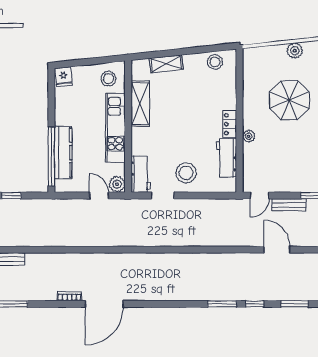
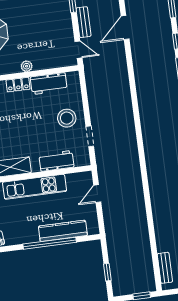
window: (51, 156) -> (50, 243), moved
workbench: (141, 174) -> (56, 161), moved
plant: (117, 184) -> (85, 179), removed

